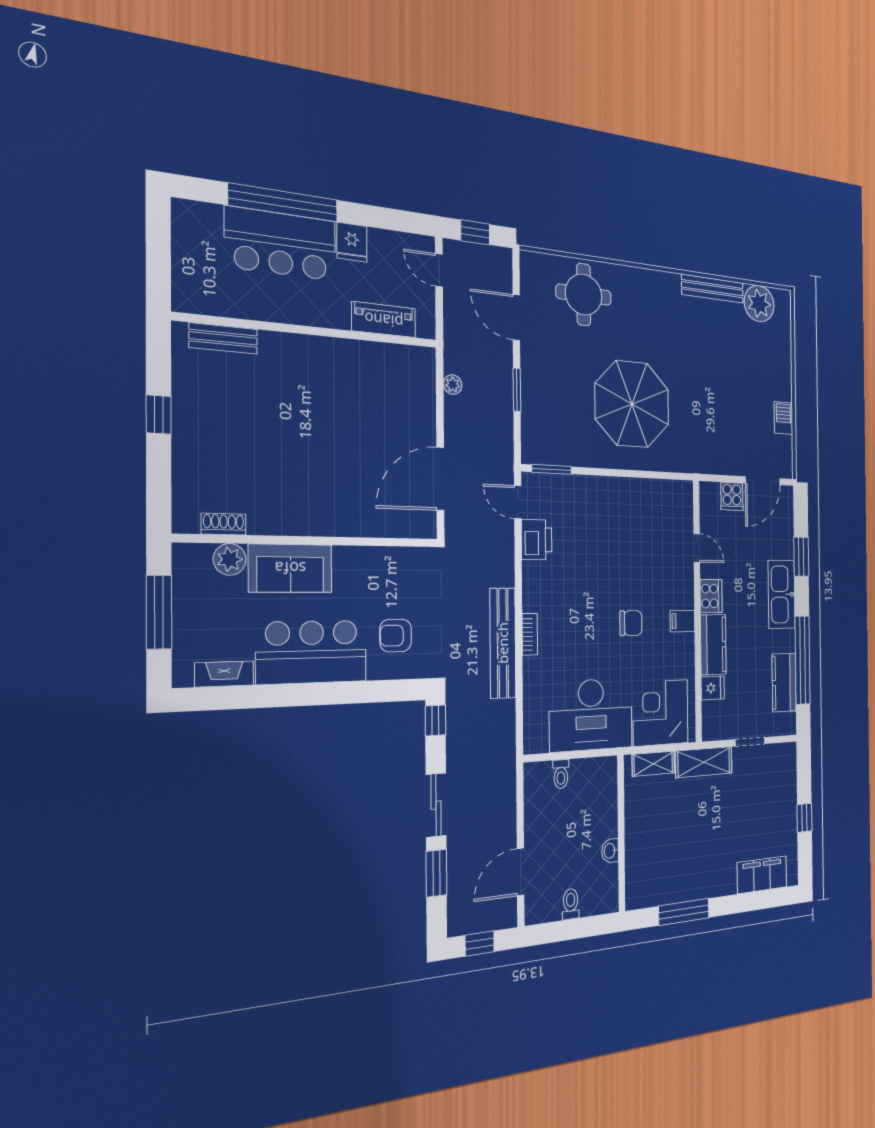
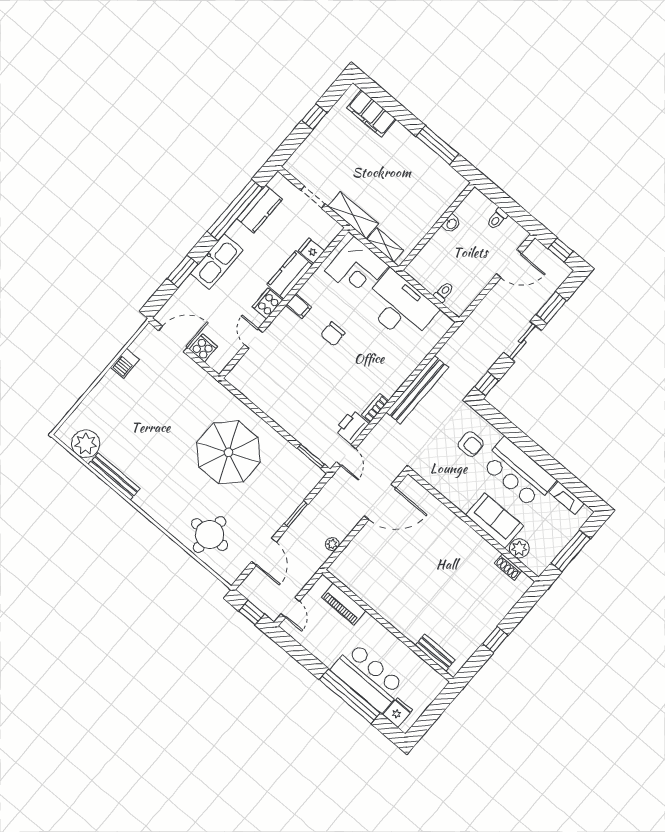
fridge: (352, 242) -> (398, 713), moved
chair: (631, 623) -> (333, 334), turned -90
bookcase: (530, 634) -> (375, 408), moved

